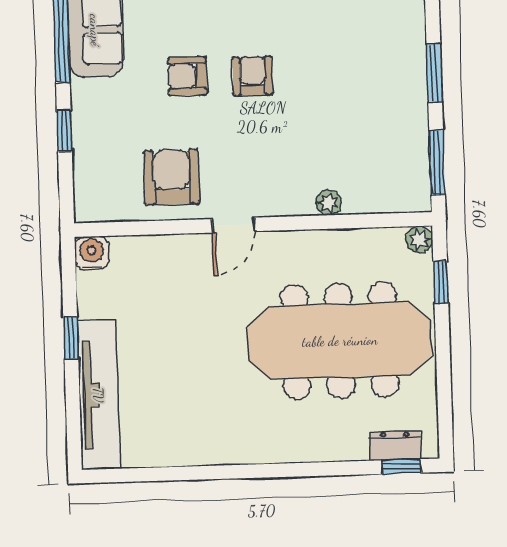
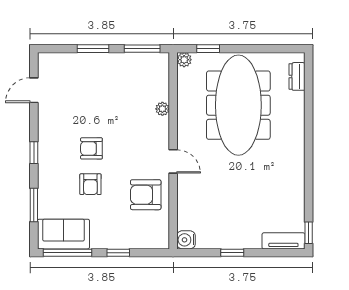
tv unit: (98, 395) -> (283, 241), width x0.52, depth x0.78
window: (401, 467) -> (309, 233), moved

